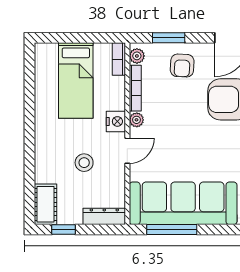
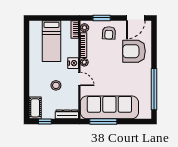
door: (127, 151) -> (79, 79), hinge flipped

